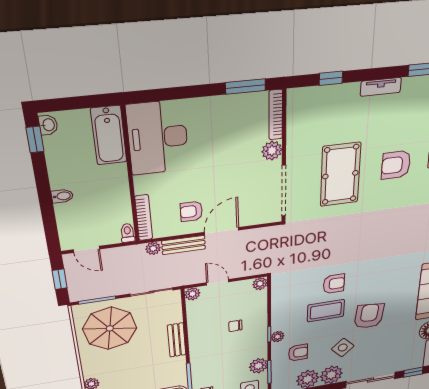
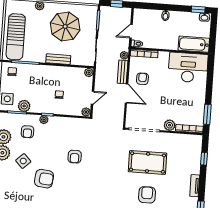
door: (86, 249) -> (131, 31), moved
door: (218, 282) -> (93, 98), moved
coffee table: (326, 311) -> (56, 151), removed
parasol: (110, 328) -> (65, 26), moved

